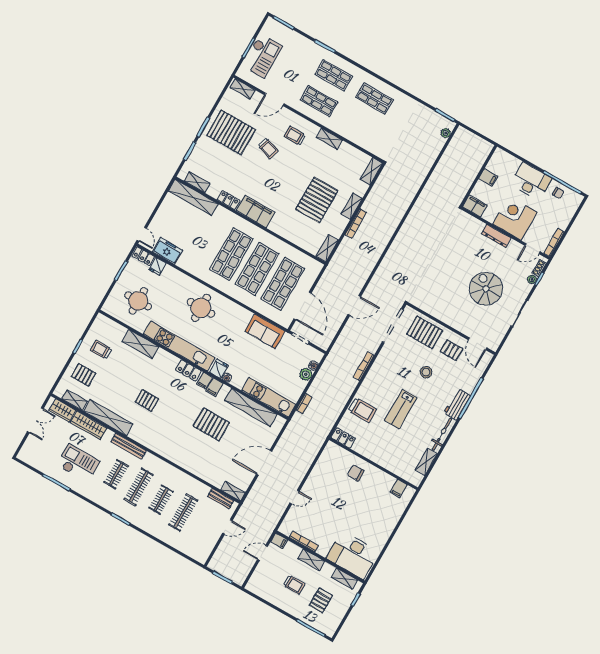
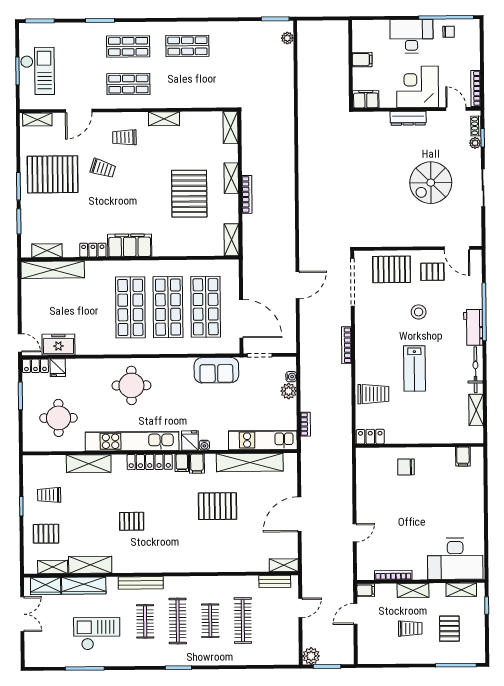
door: (532, 249) -> (456, 109), swing flipped
spiral stairs: (486, 289) -> (431, 183), turned -90
locker: (188, 370) -> (150, 462), width x1.53
shelving: (108, 418) -> (90, 565), width x0.68
plant: (216, 564) -> (311, 656), added

